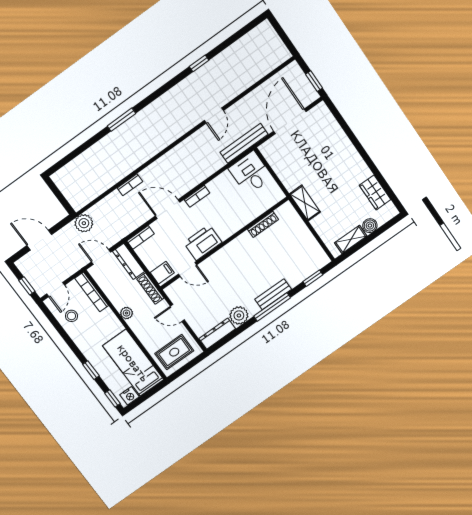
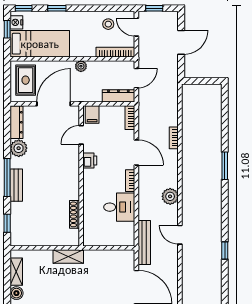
desk: (250, 173) -> (119, 207), moved
door: (168, 209) -> (136, 152), hinge flipped
plant: (84, 223) -> (170, 196), moved
printer: (203, 243) -> (90, 160), width x0.53, depth x0.68
shoe rack: (150, 289) -> (87, 97), removed
door: (177, 313) -> (54, 104), width x1.88
window: (141, 399) -> (7, 29), added

